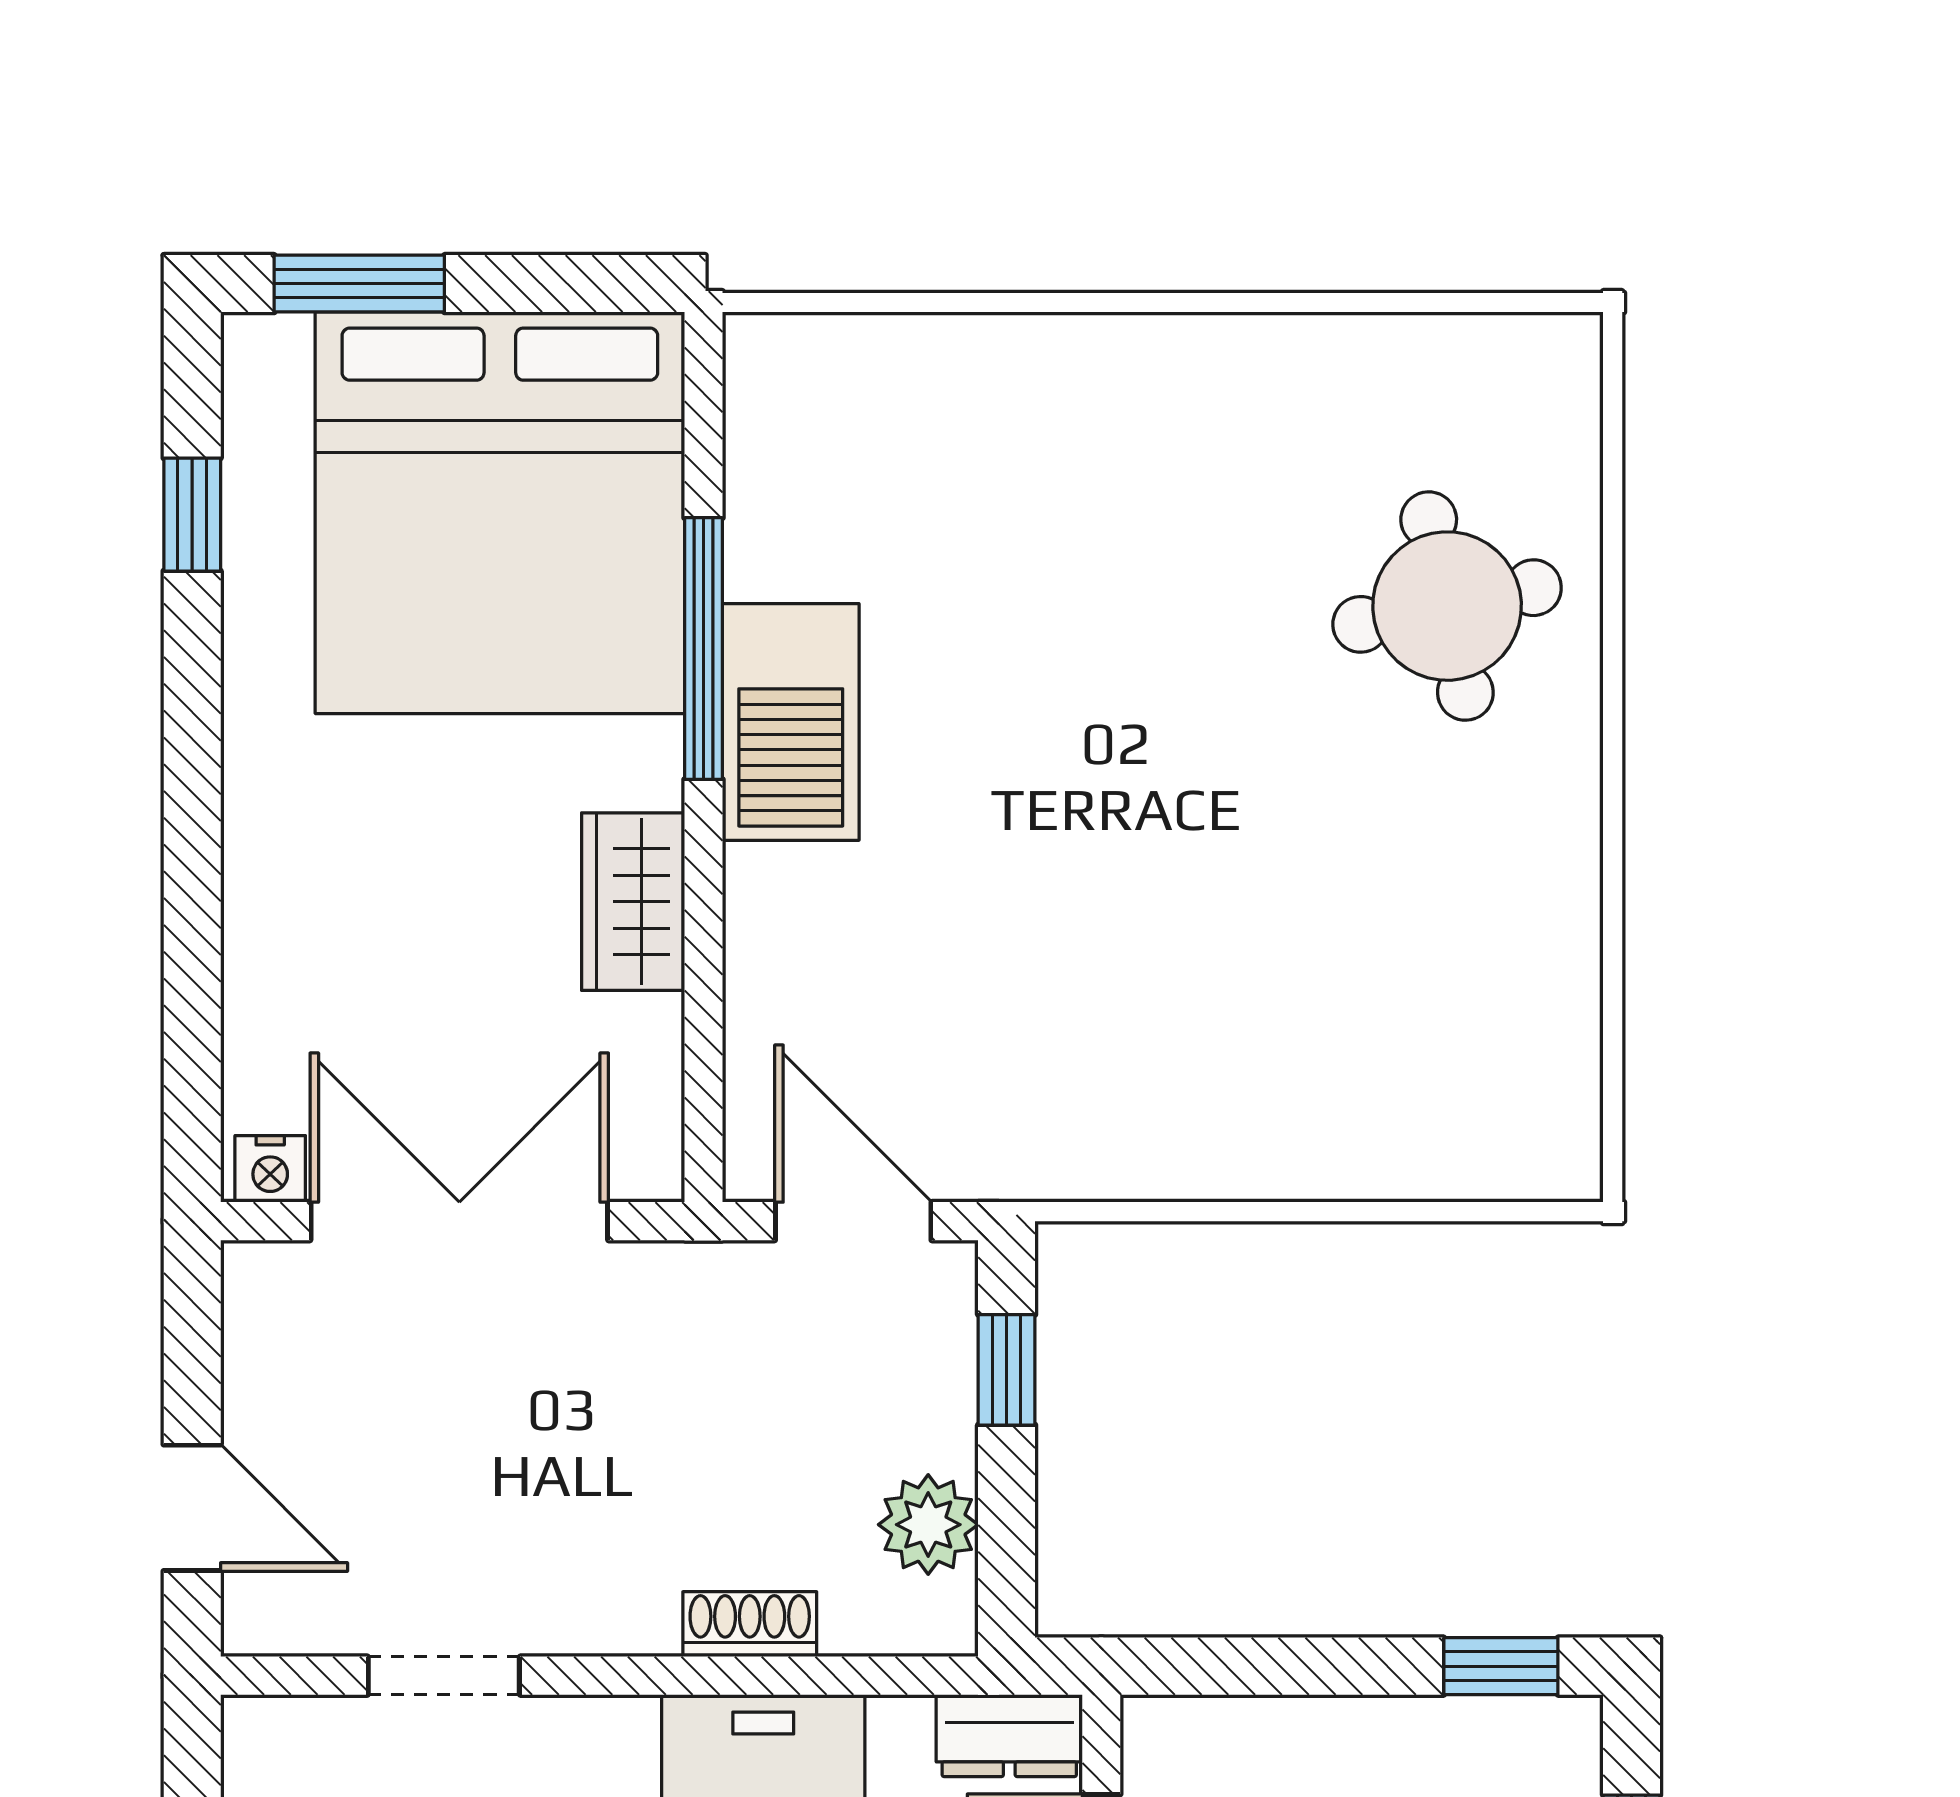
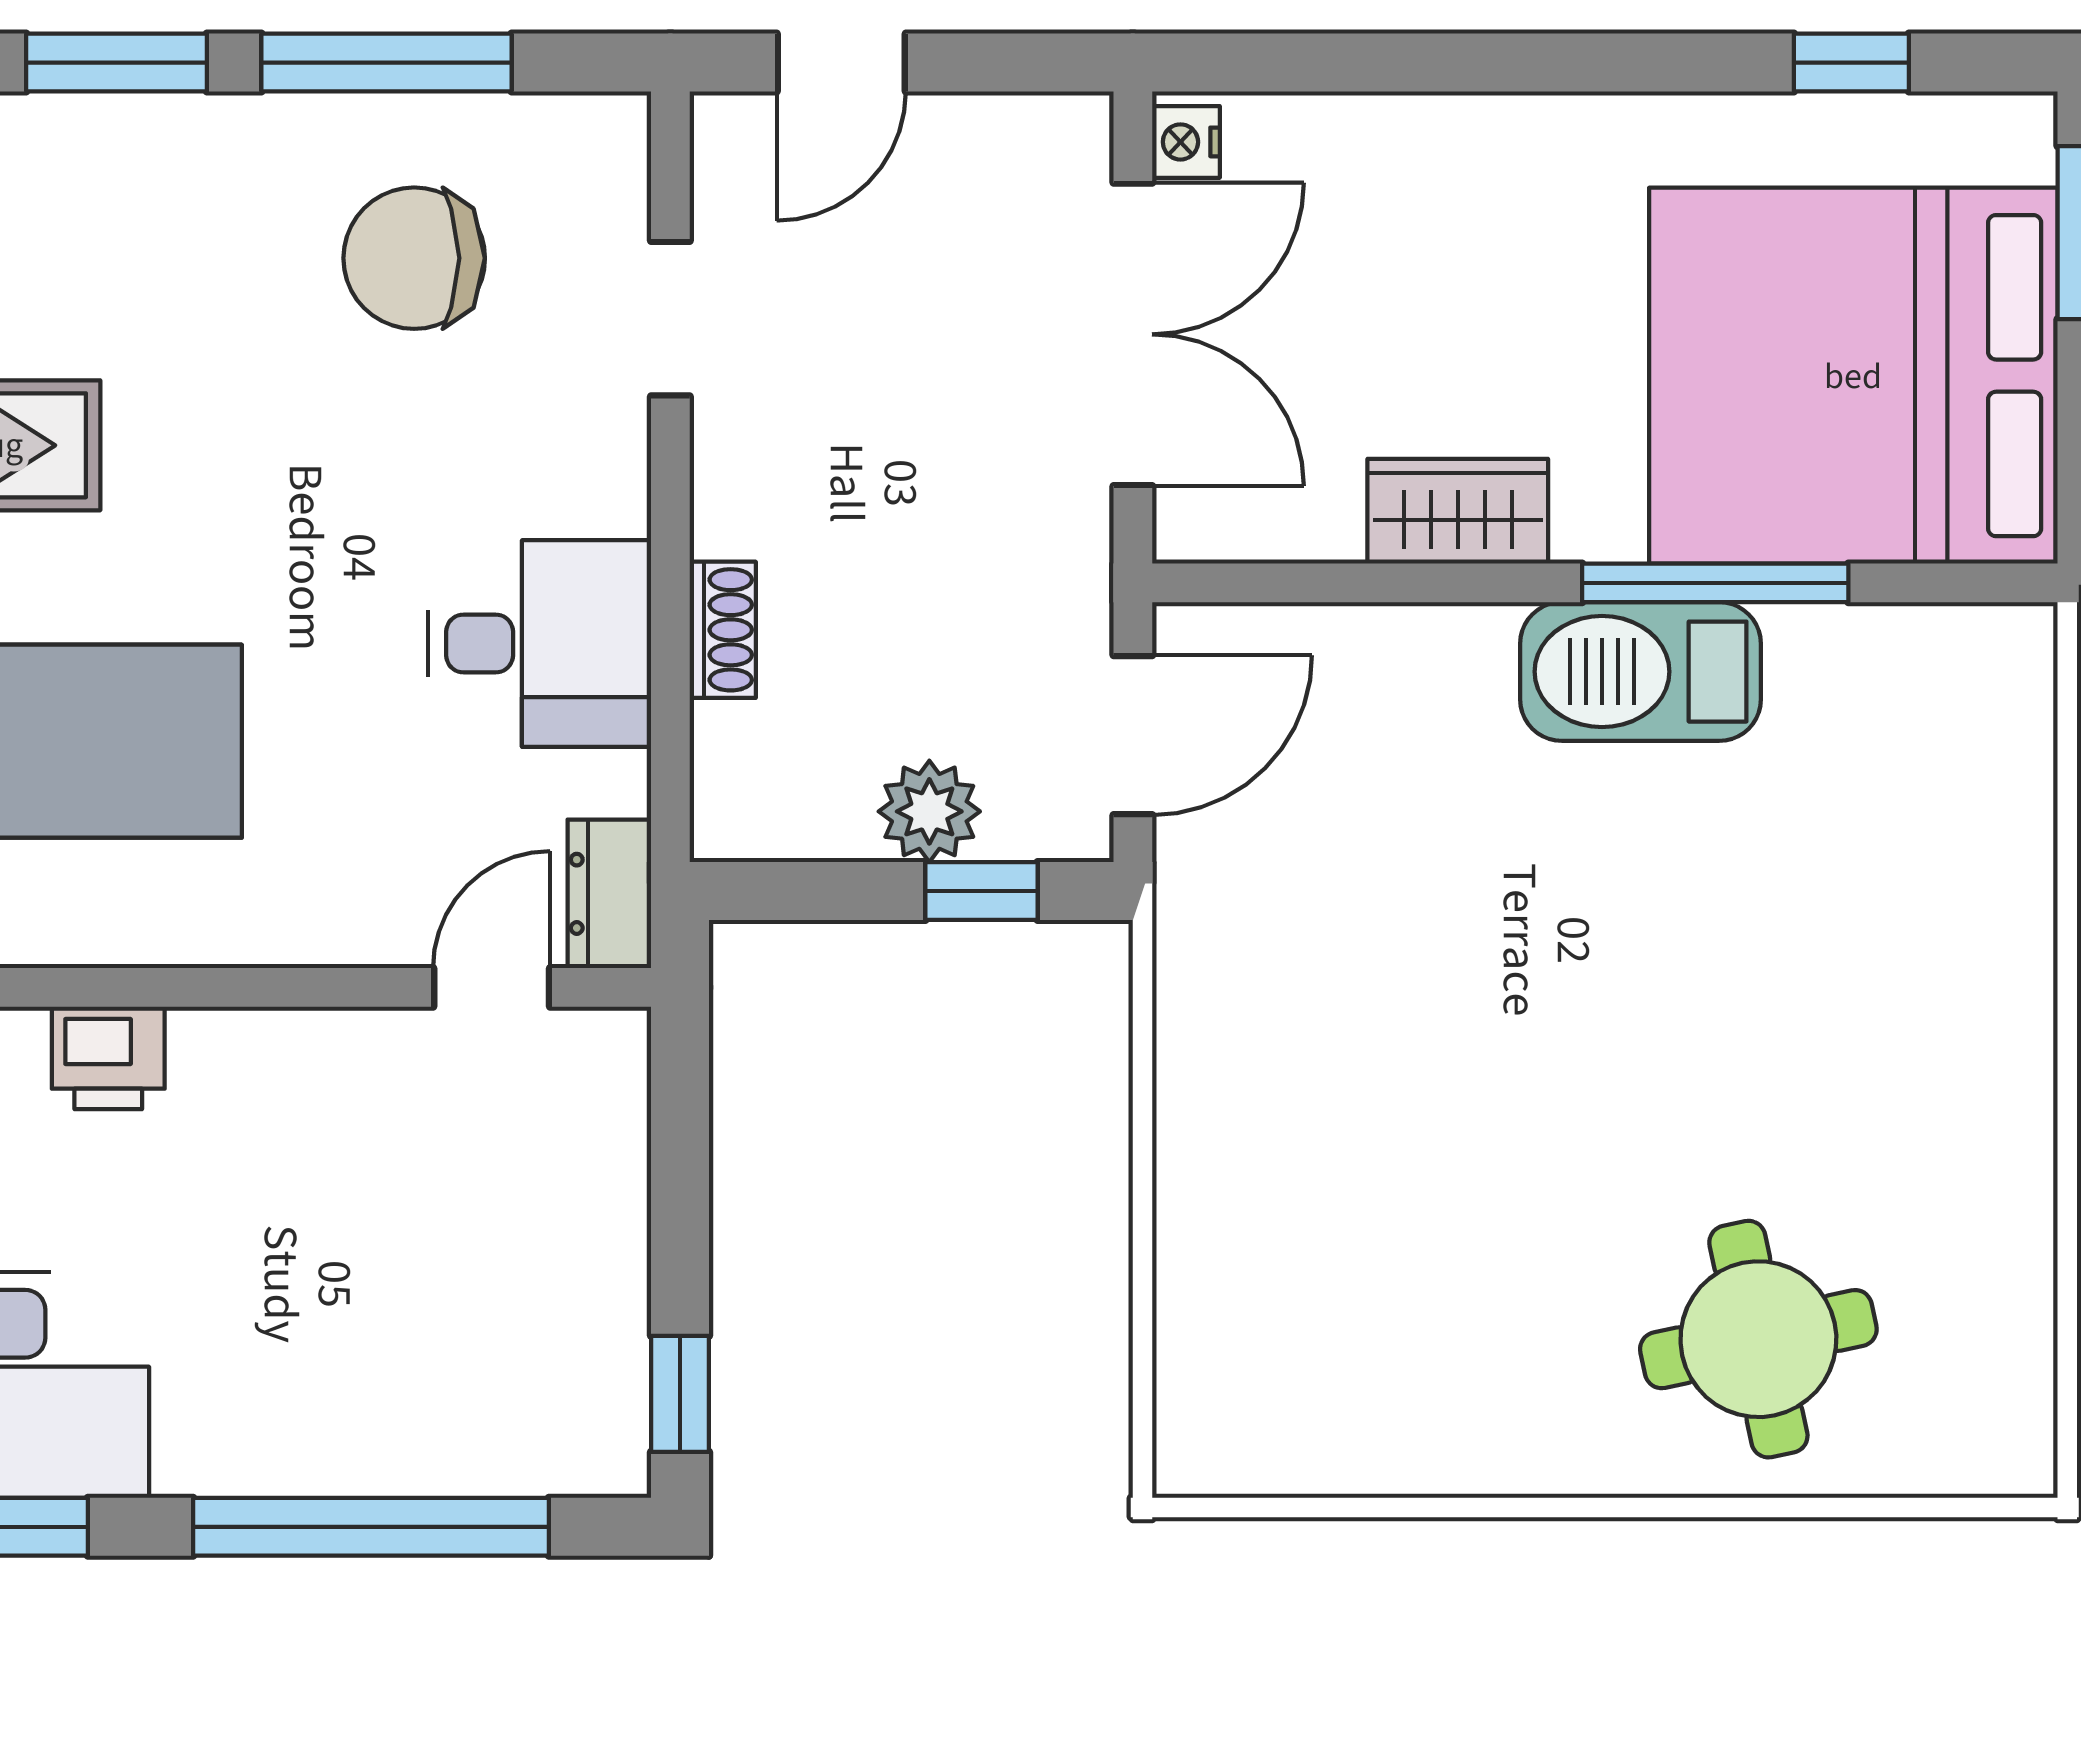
plant: (928, 1525) -> (929, 811), moved

